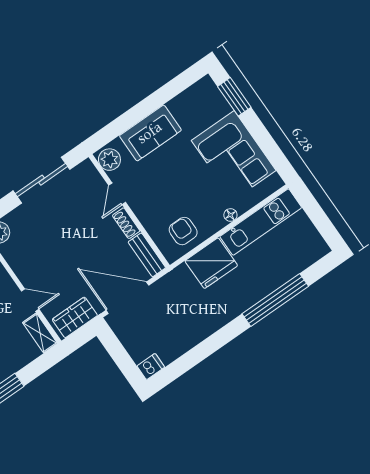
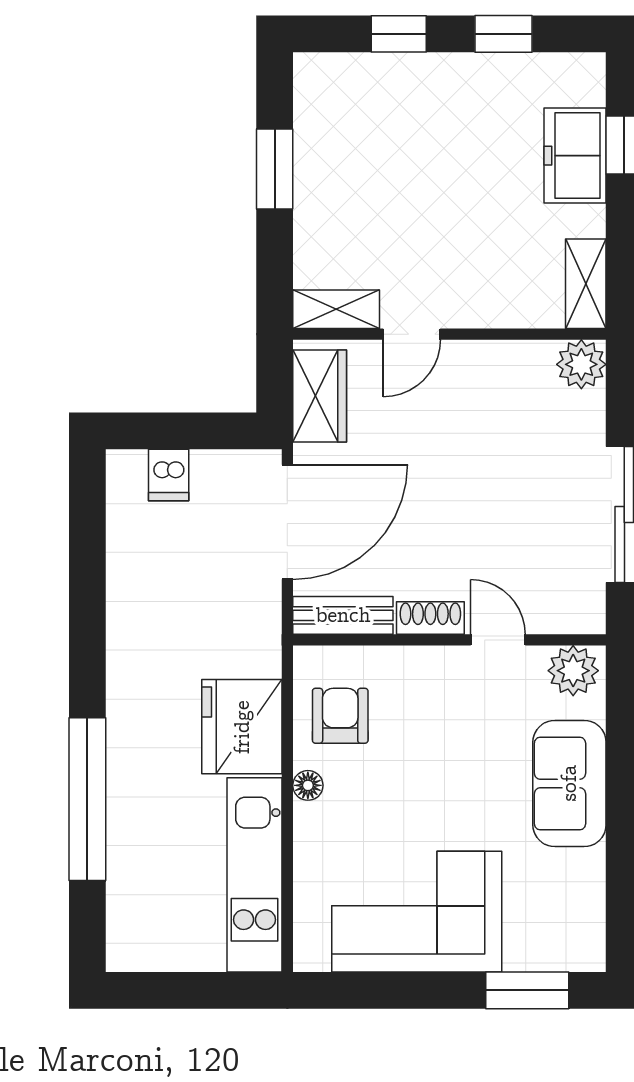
floor lamp: (230, 215) -> (308, 785), moved
armchair: (183, 231) -> (340, 716), turned -90
dishwasher: (151, 367) -> (169, 475), moved

